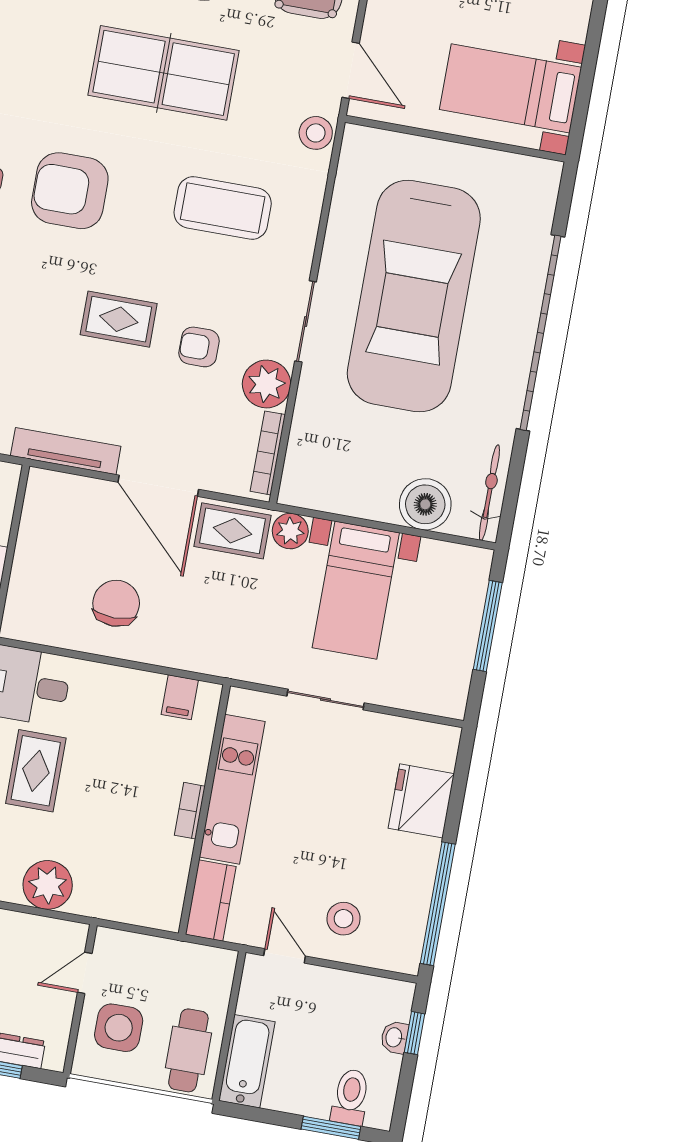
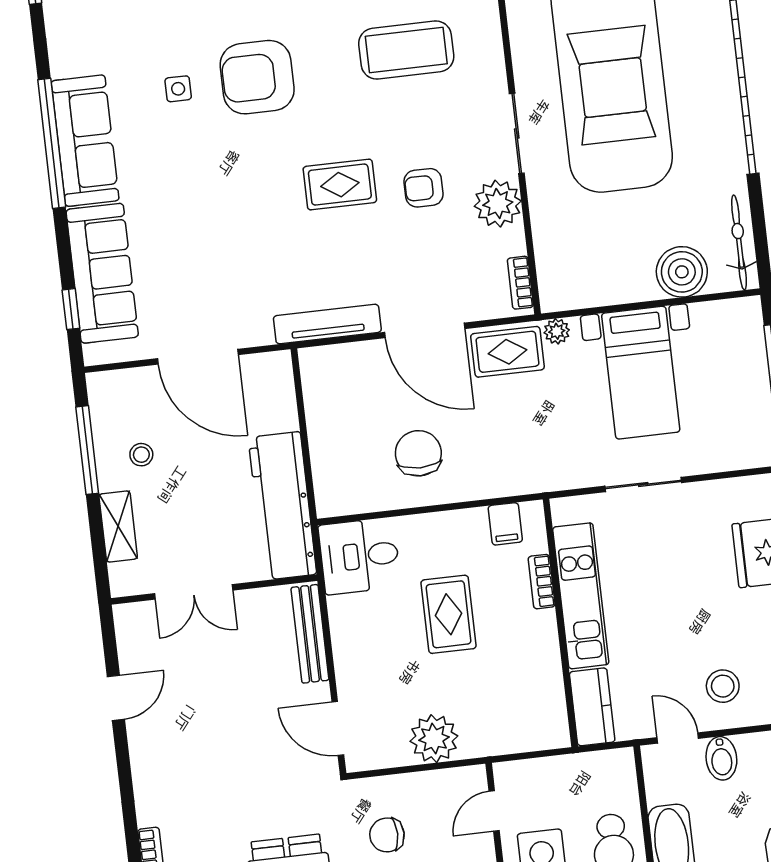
bookcase: (268, 453) -> (520, 283), width x0.64
plant: (290, 531) -> (557, 331), width x0.73, depth x0.73
rug: (36, 771) -> (449, 614), moved
bookcase: (190, 811) -> (542, 582), moved
bidet: (321, 988) -> (721, 758), added

